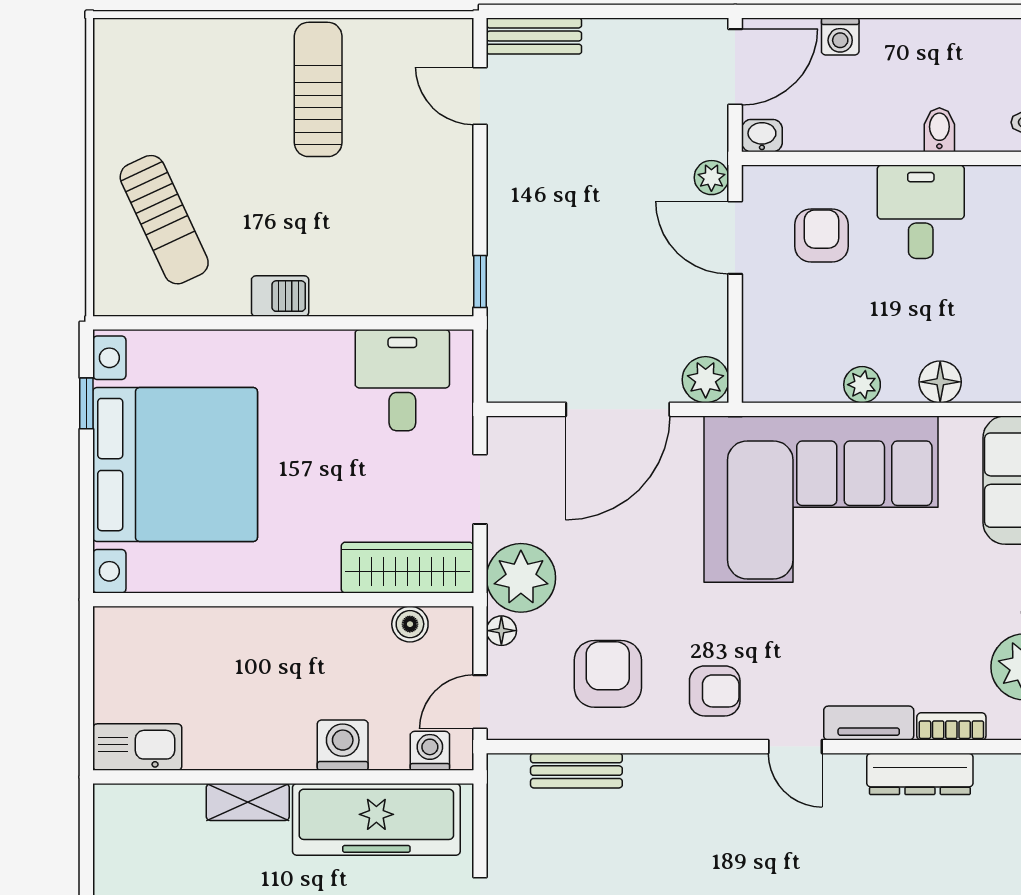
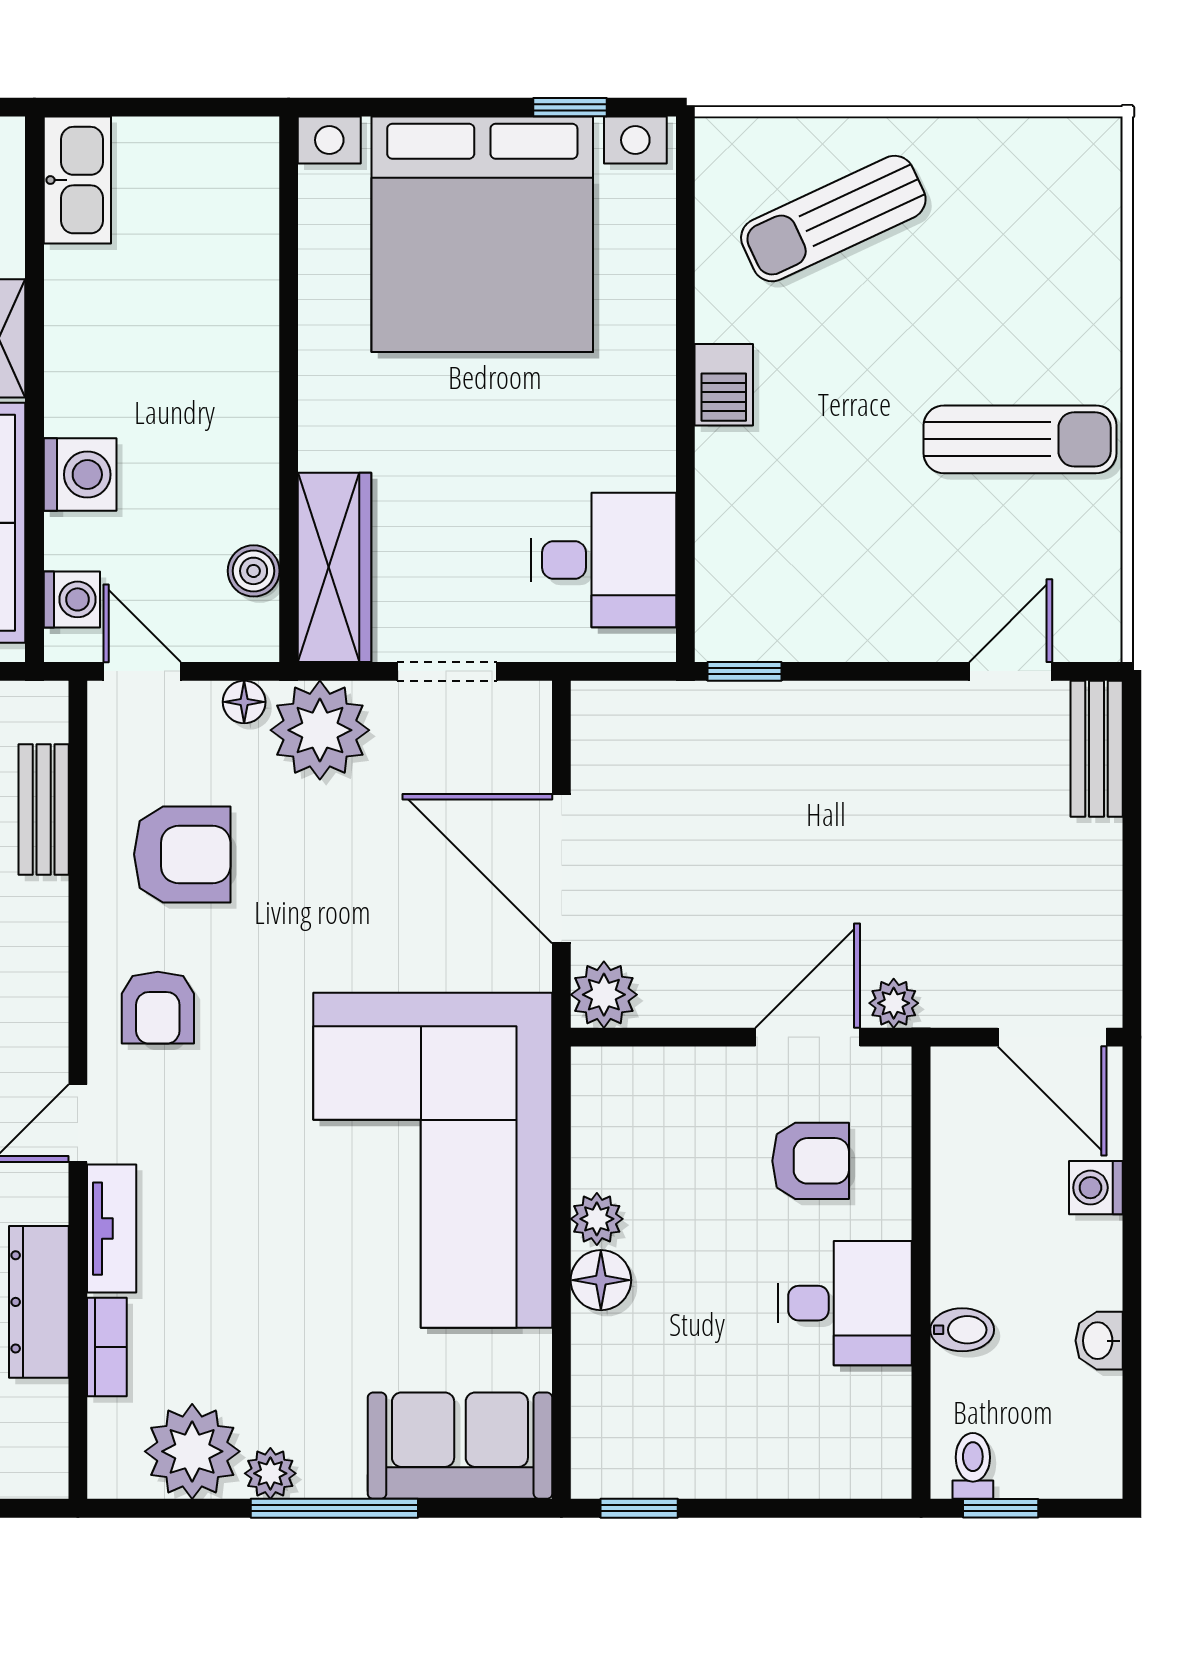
washbasin: (762, 136) -> (1099, 1341), moved, turned 180
floor lamp: (940, 382) -> (601, 1280), moved

